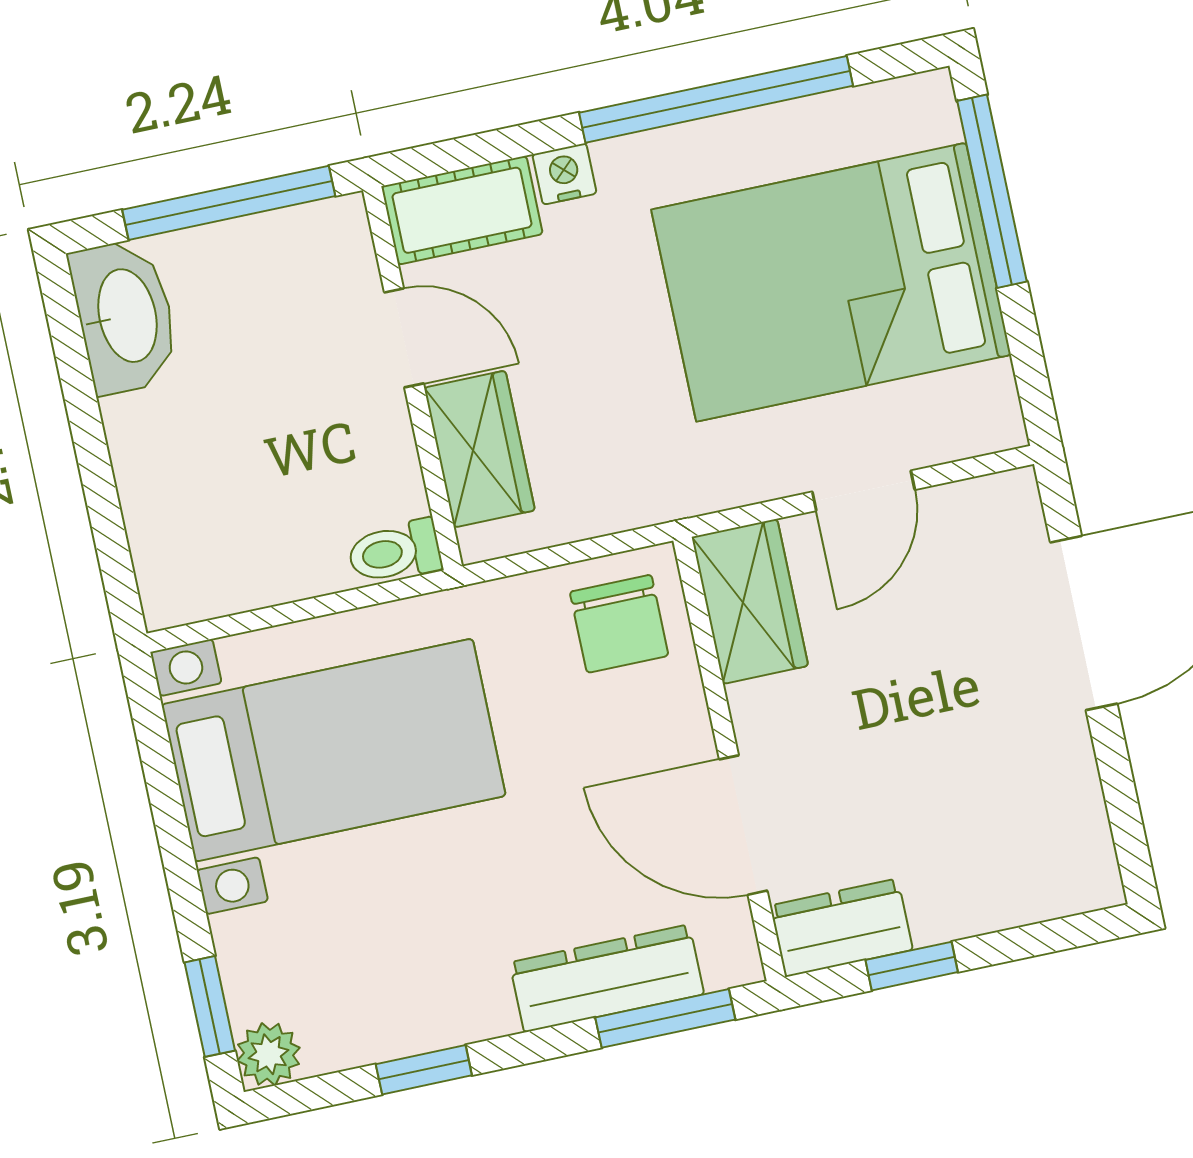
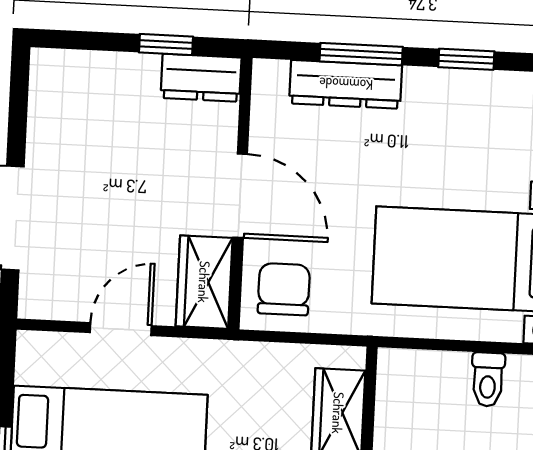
toilet: (395, 552) -> (488, 379), moved, turned 90
door: (743, 825) -> (240, 196), moved
window: (665, 1018) -> (361, 54), moved

